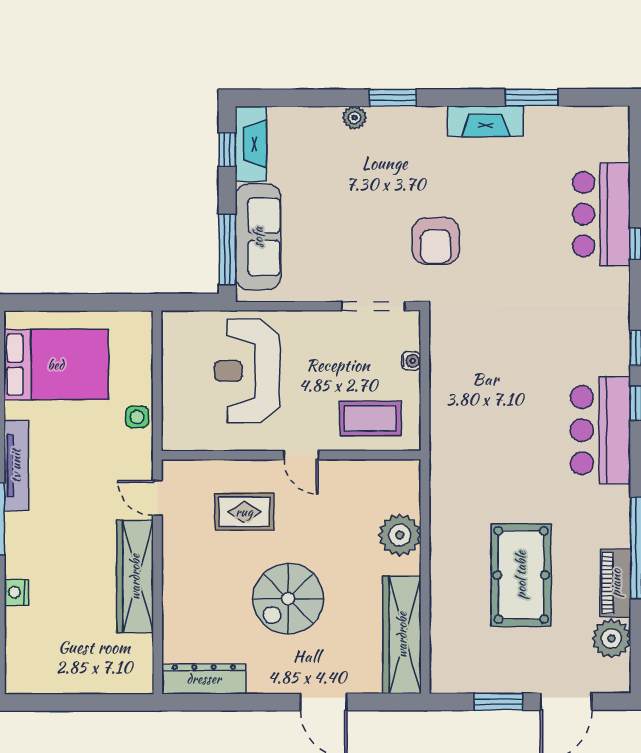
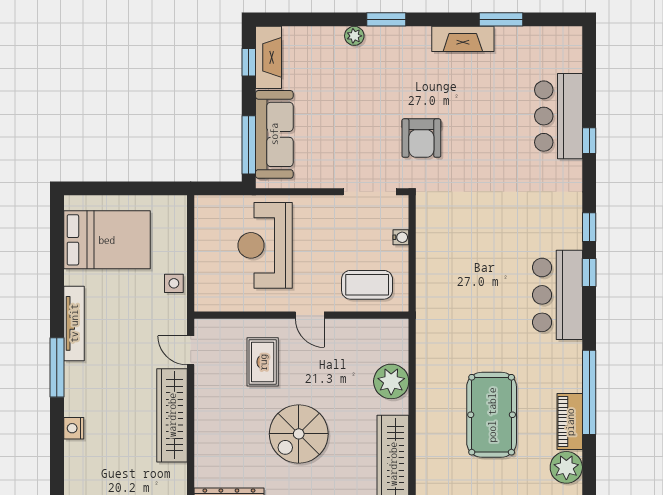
rug: (244, 512) -> (263, 362), turned 90

